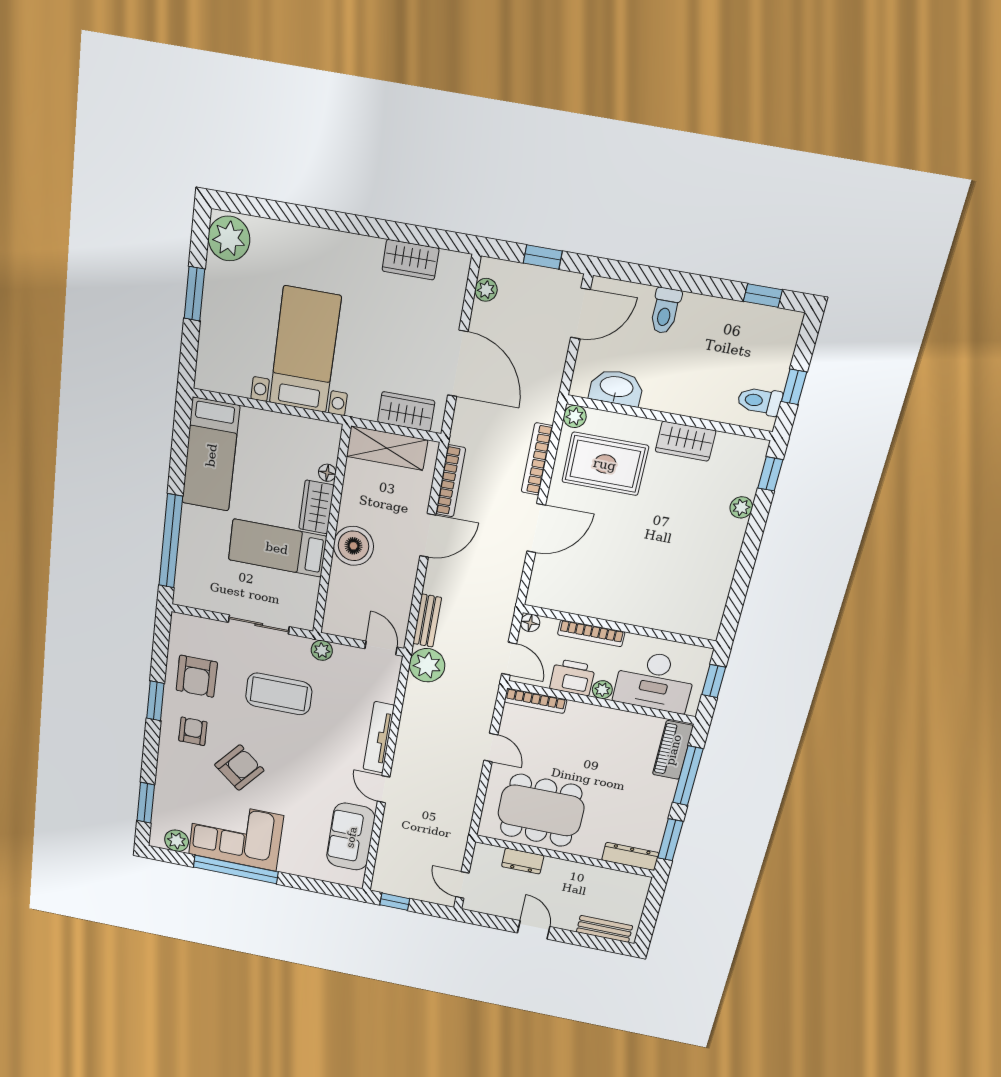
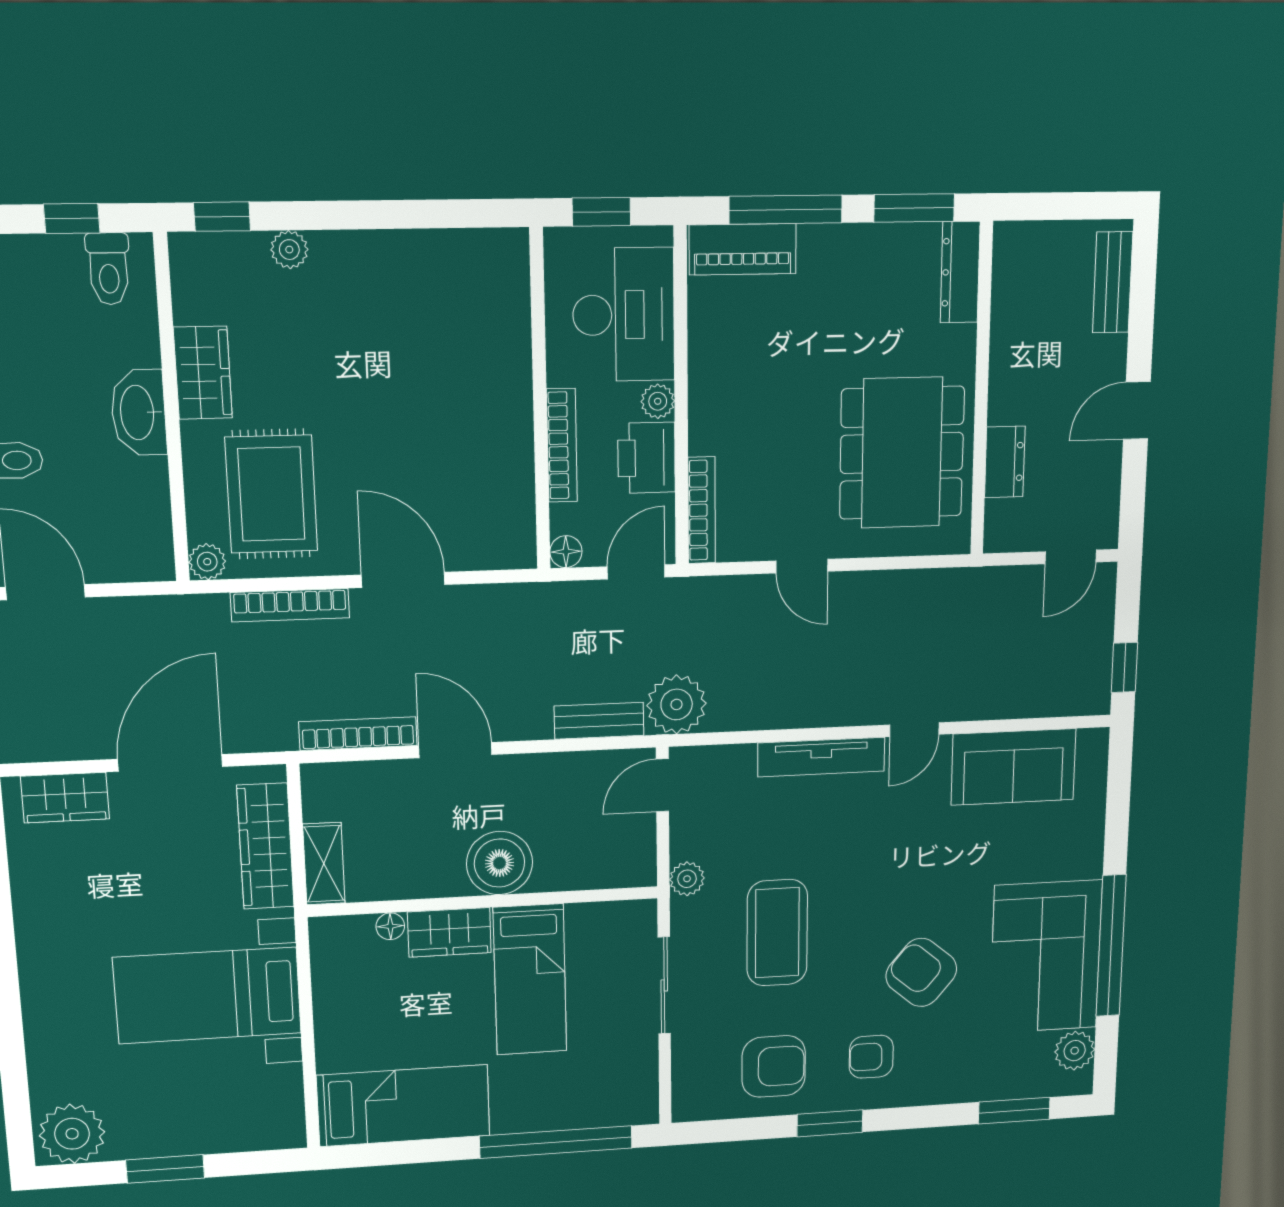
wardrobe: (410, 260) -> (65, 798), moved, turned 90
plant: (486, 290) -> (48, 745), removed
washbasin: (616, 388) -> (139, 413), moved
wardrobe: (406, 411) -> (266, 846), width x1.50
shelving: (387, 448) -> (324, 864), width x0.67, depth x0.75
door: (491, 748) -> (802, 566), swing flipped

